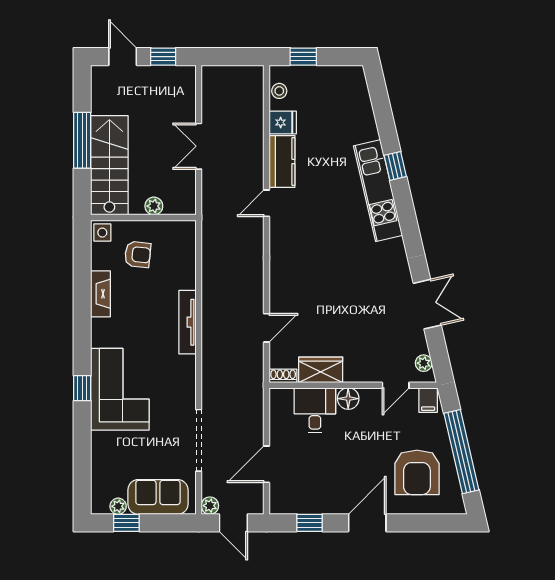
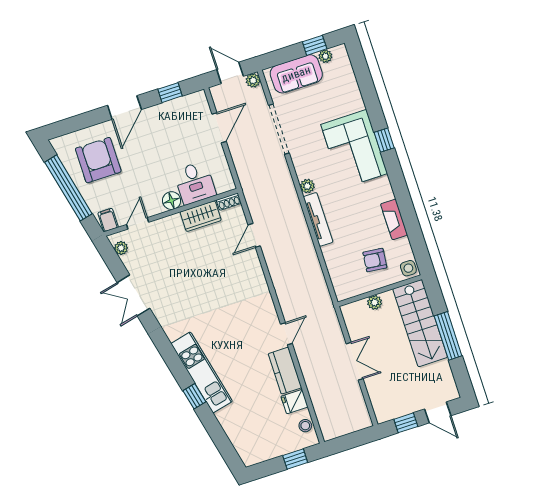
plant: (187, 364) -> (307, 186), added

